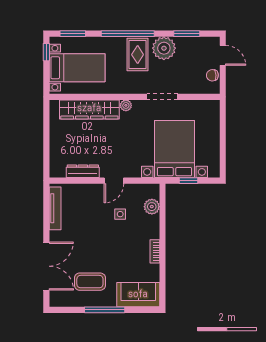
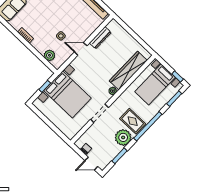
door: (114, 181) -> (81, 49), hinge flipped

